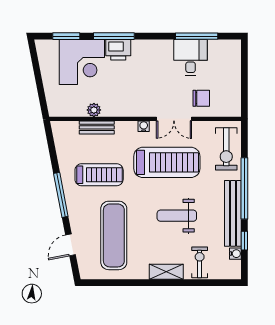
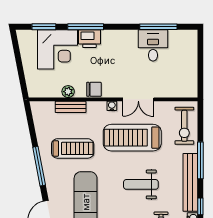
chair: (201, 98) -> (94, 89), moved
treadmill: (167, 162) -> (132, 138), turned 180
window: (244, 188) -> (200, 160), width x0.68

